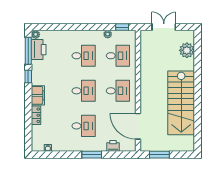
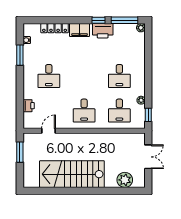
printer: (39, 50) -> (103, 31), moved
desk: (84, 91) -> (84, 76), removed
locker: (36, 115) -> (55, 28), width x1.53
door: (138, 126) -> (49, 131), width x0.53
window: (92, 155) -> (20, 55), moved

